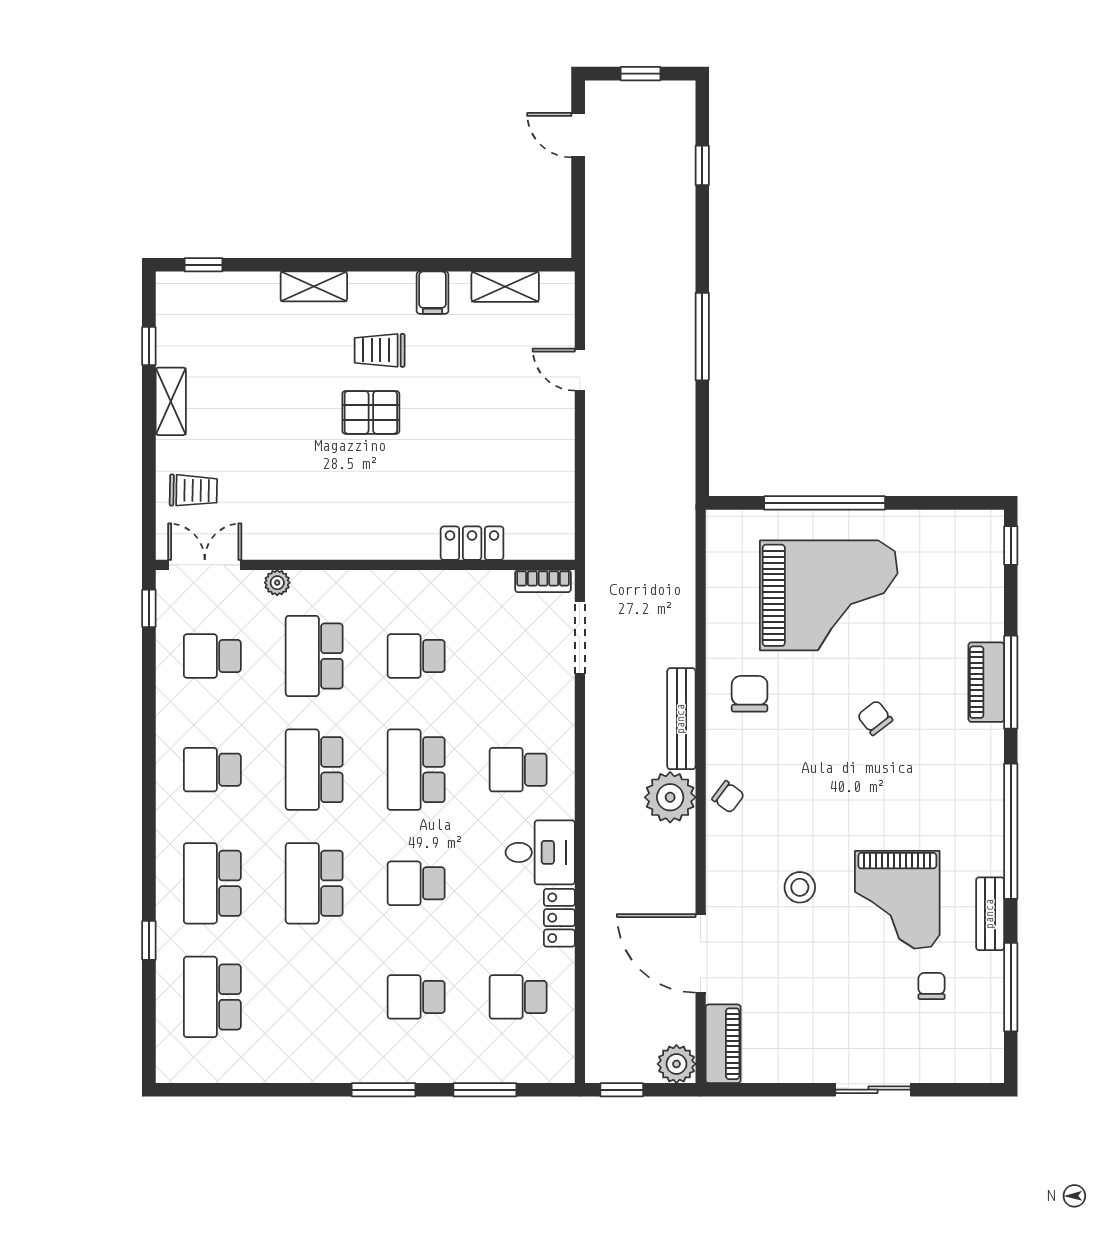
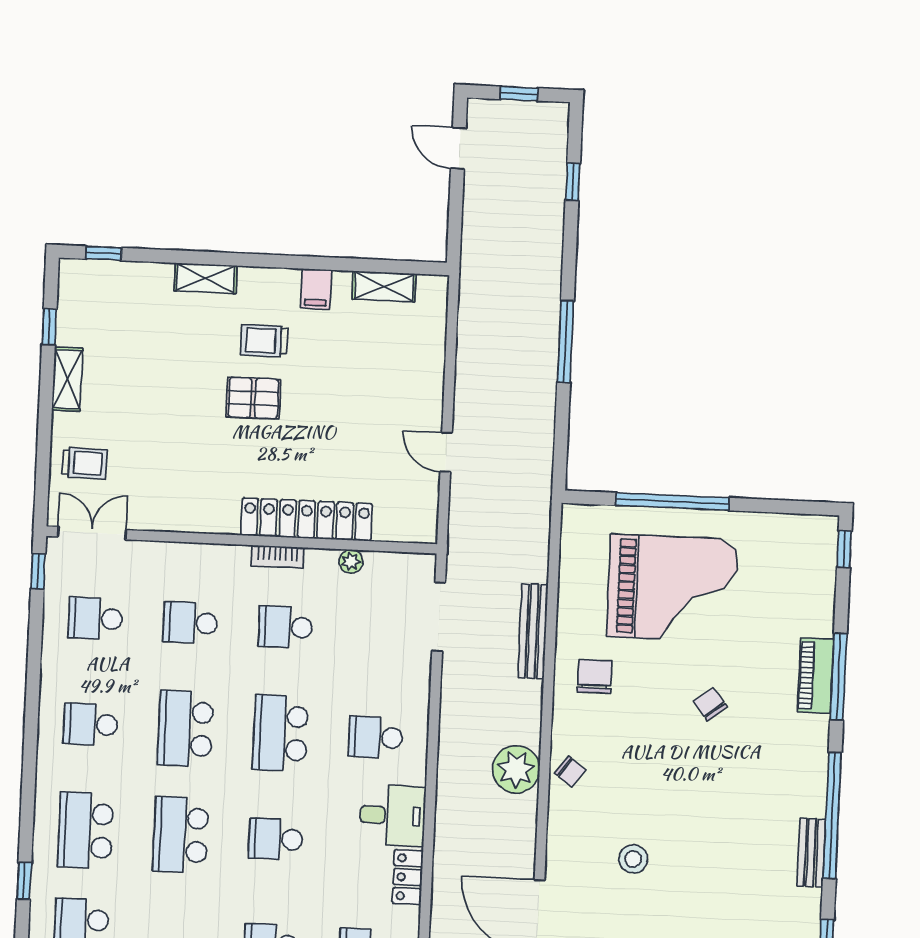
door: (580, 370) -> (446, 452), moved
locker: (472, 543) -> (307, 519), width x2.16, depth x1.21
bookcase: (543, 581) -> (278, 557), moved
plant: (277, 583) -> (351, 562), moved
school desk: (314, 656) -> (190, 623), width x0.54
bench: (681, 719) -> (533, 631), moved
grand piano: (897, 900) -> (724, 875), removed
bench: (990, 914) -> (811, 853), moved

